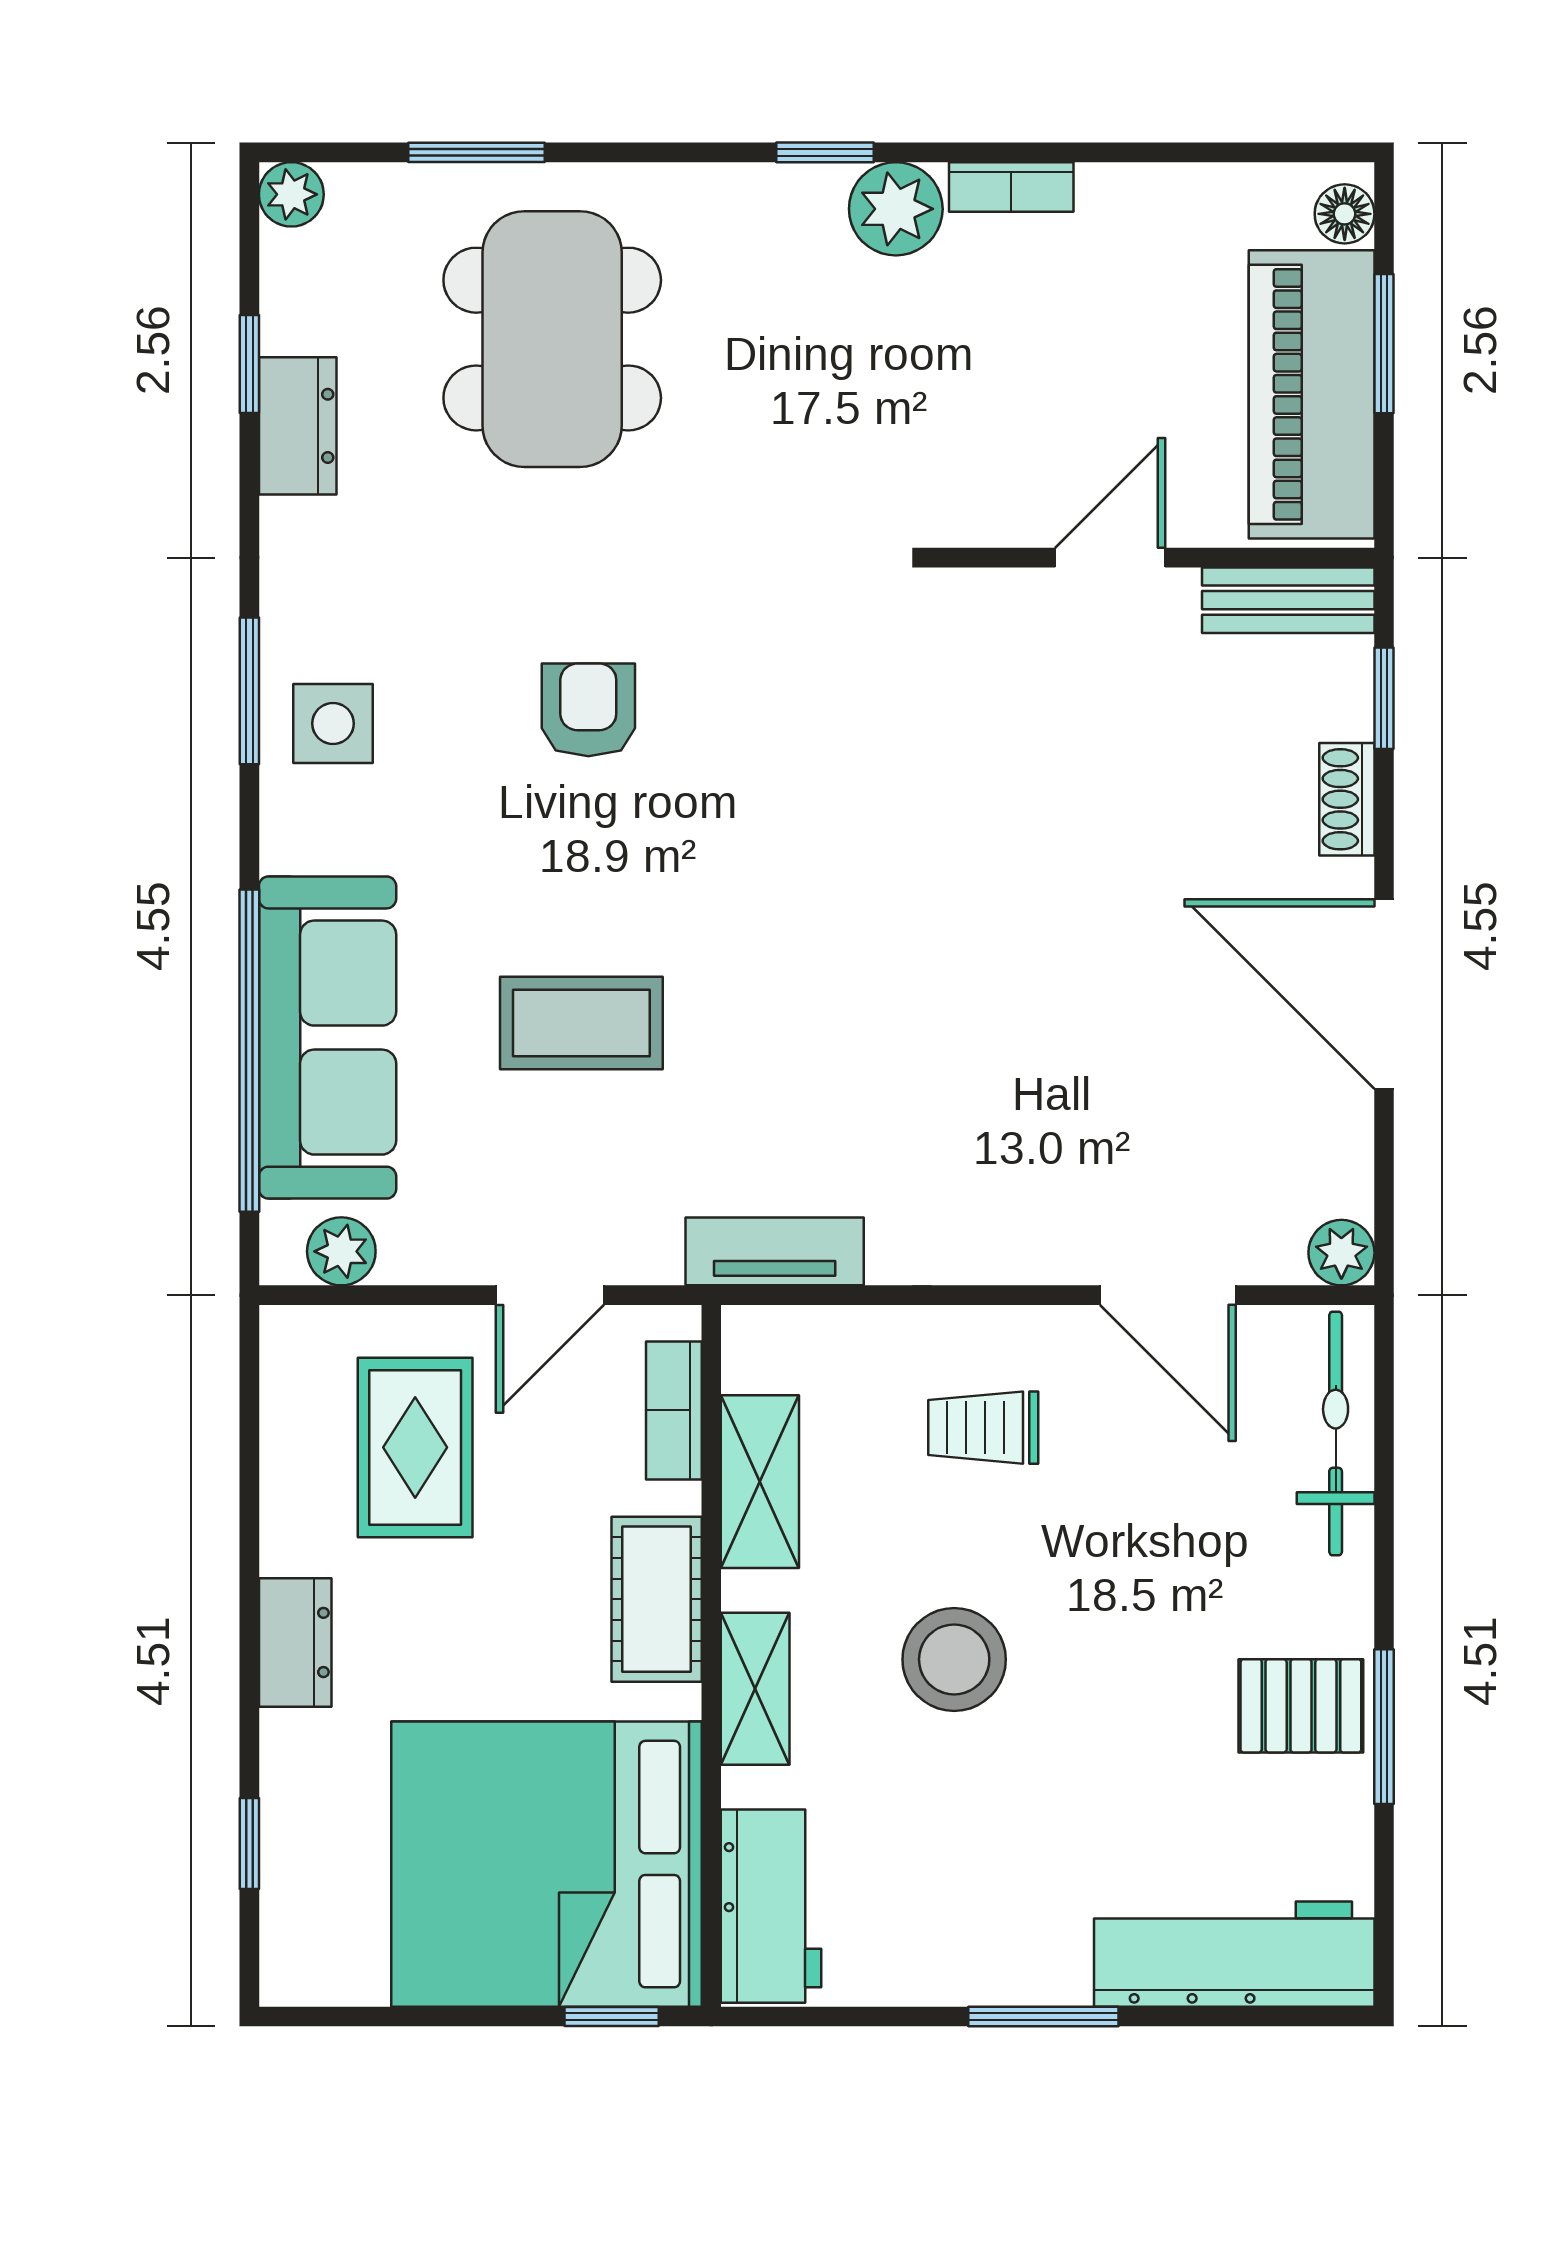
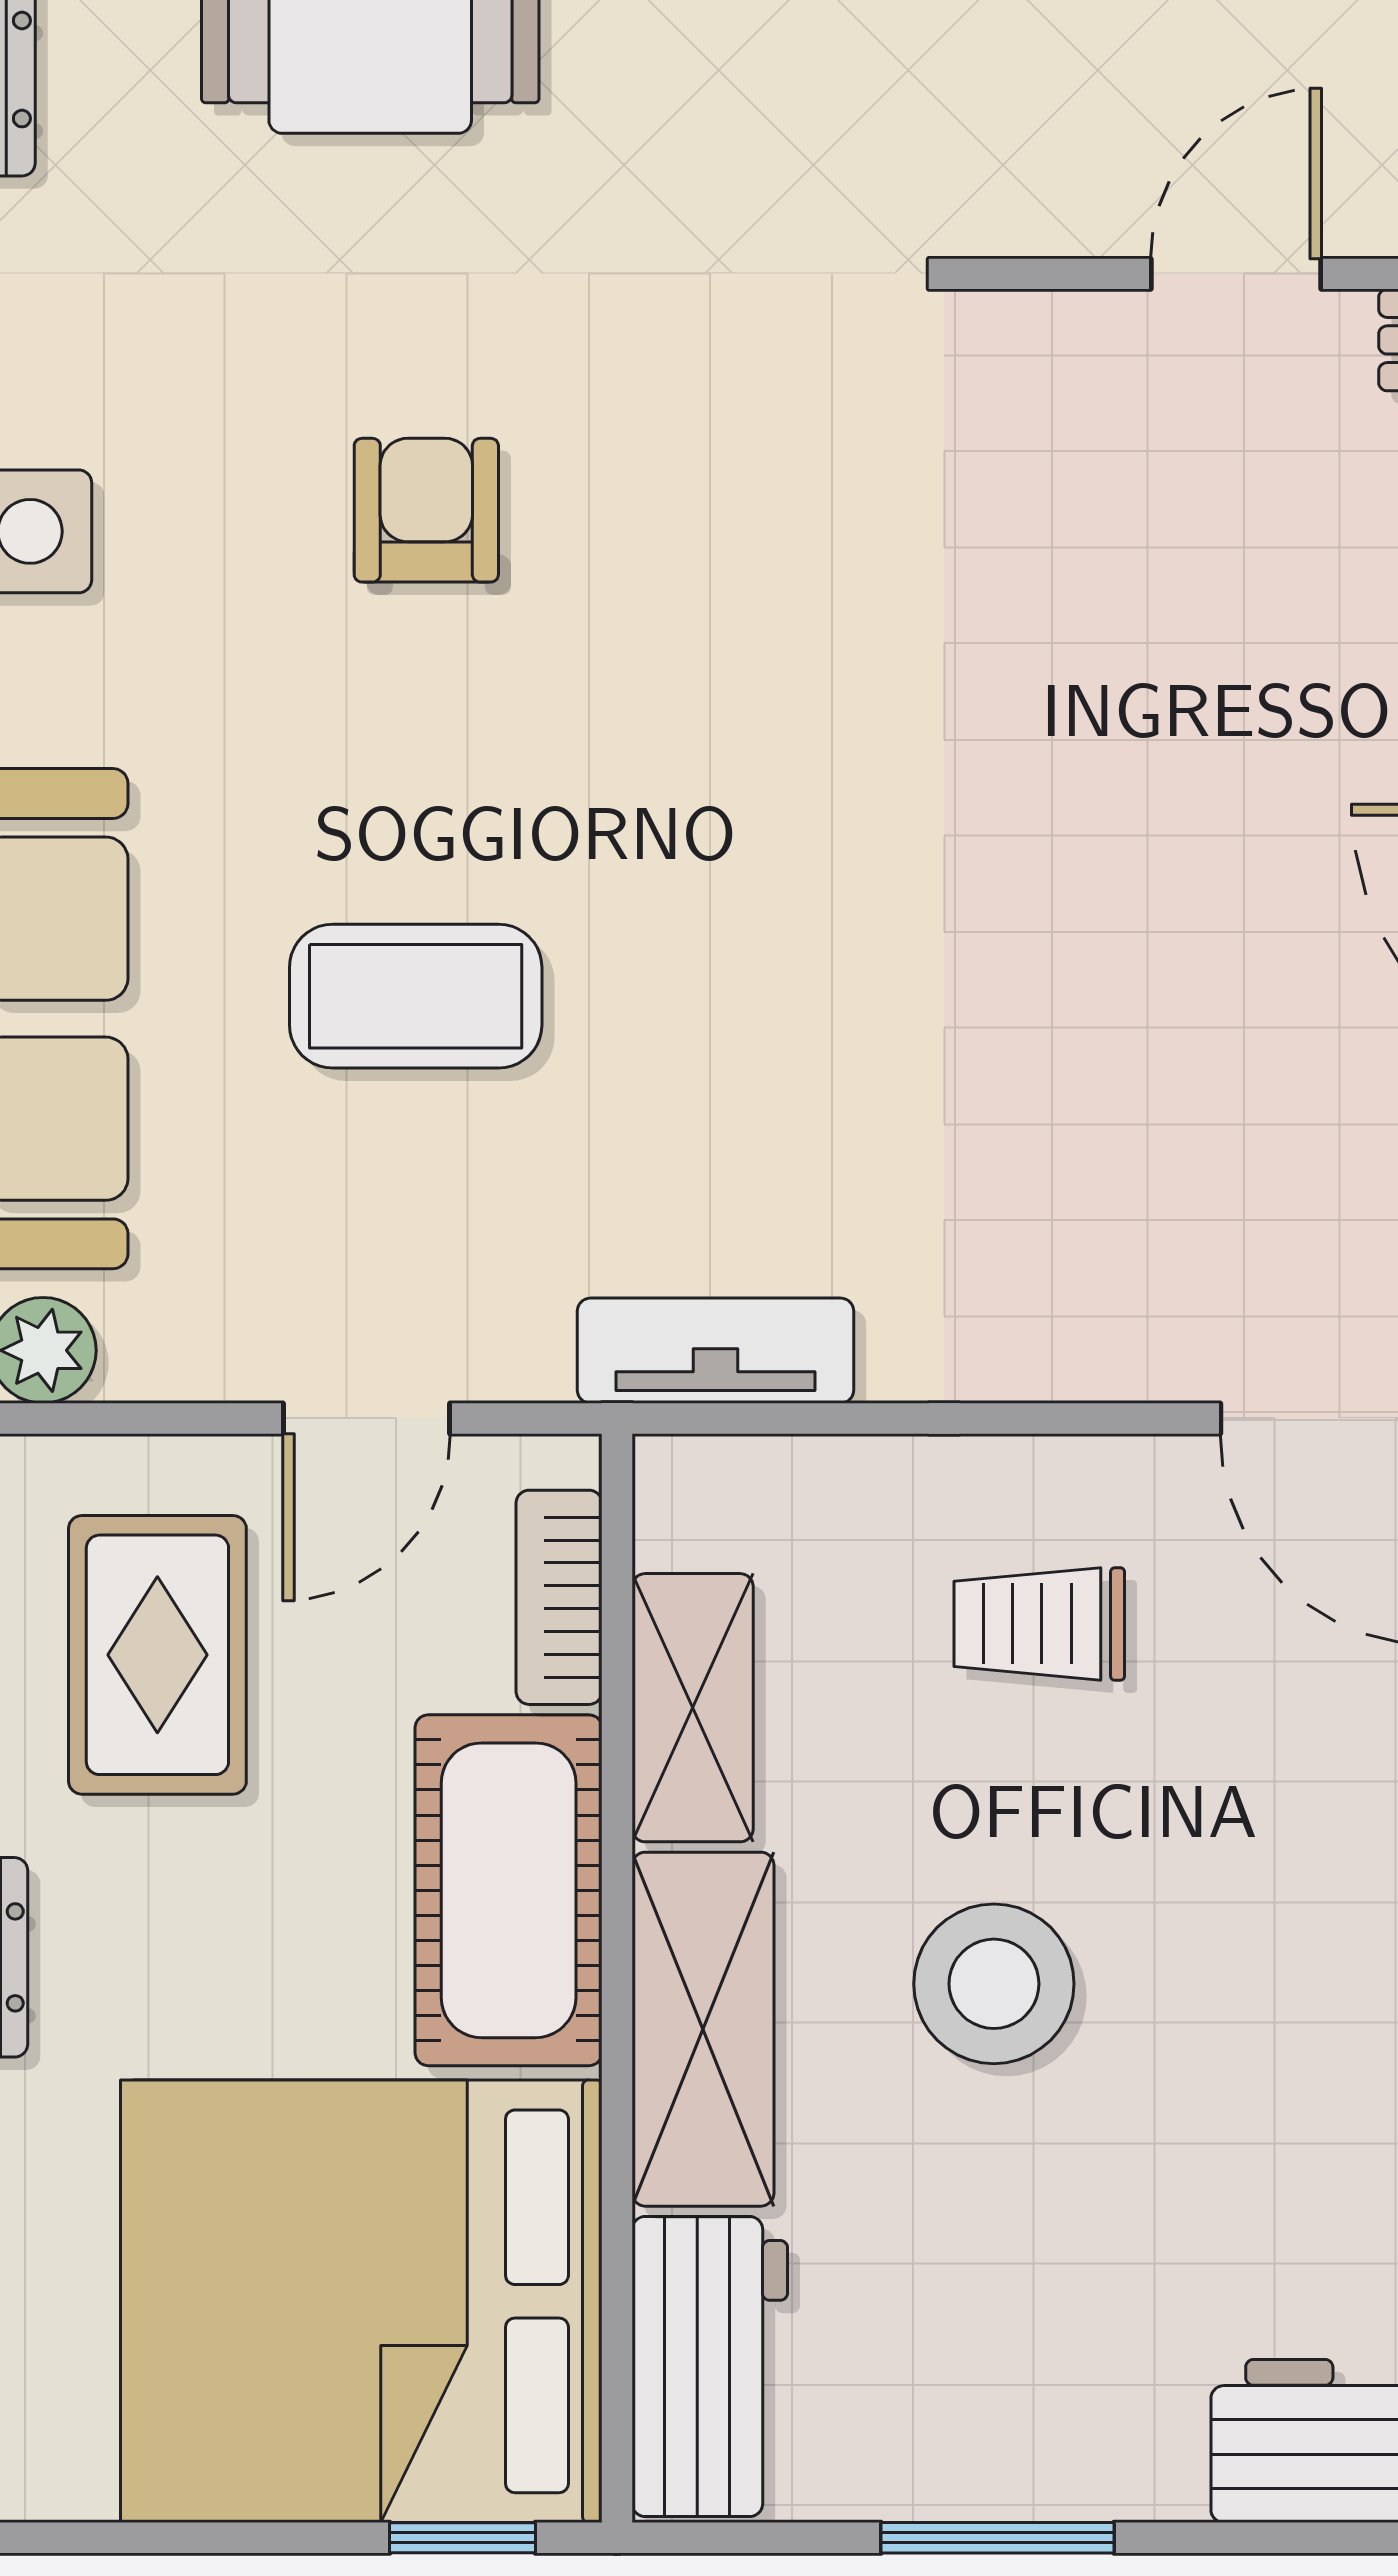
cot: (657, 1599) -> (509, 1890), width x1.37, depth x1.34
shelving: (755, 1689) -> (703, 2029), width x1.50, depth x1.33
window: (1043, 2016) -> (997, 2538), moved

